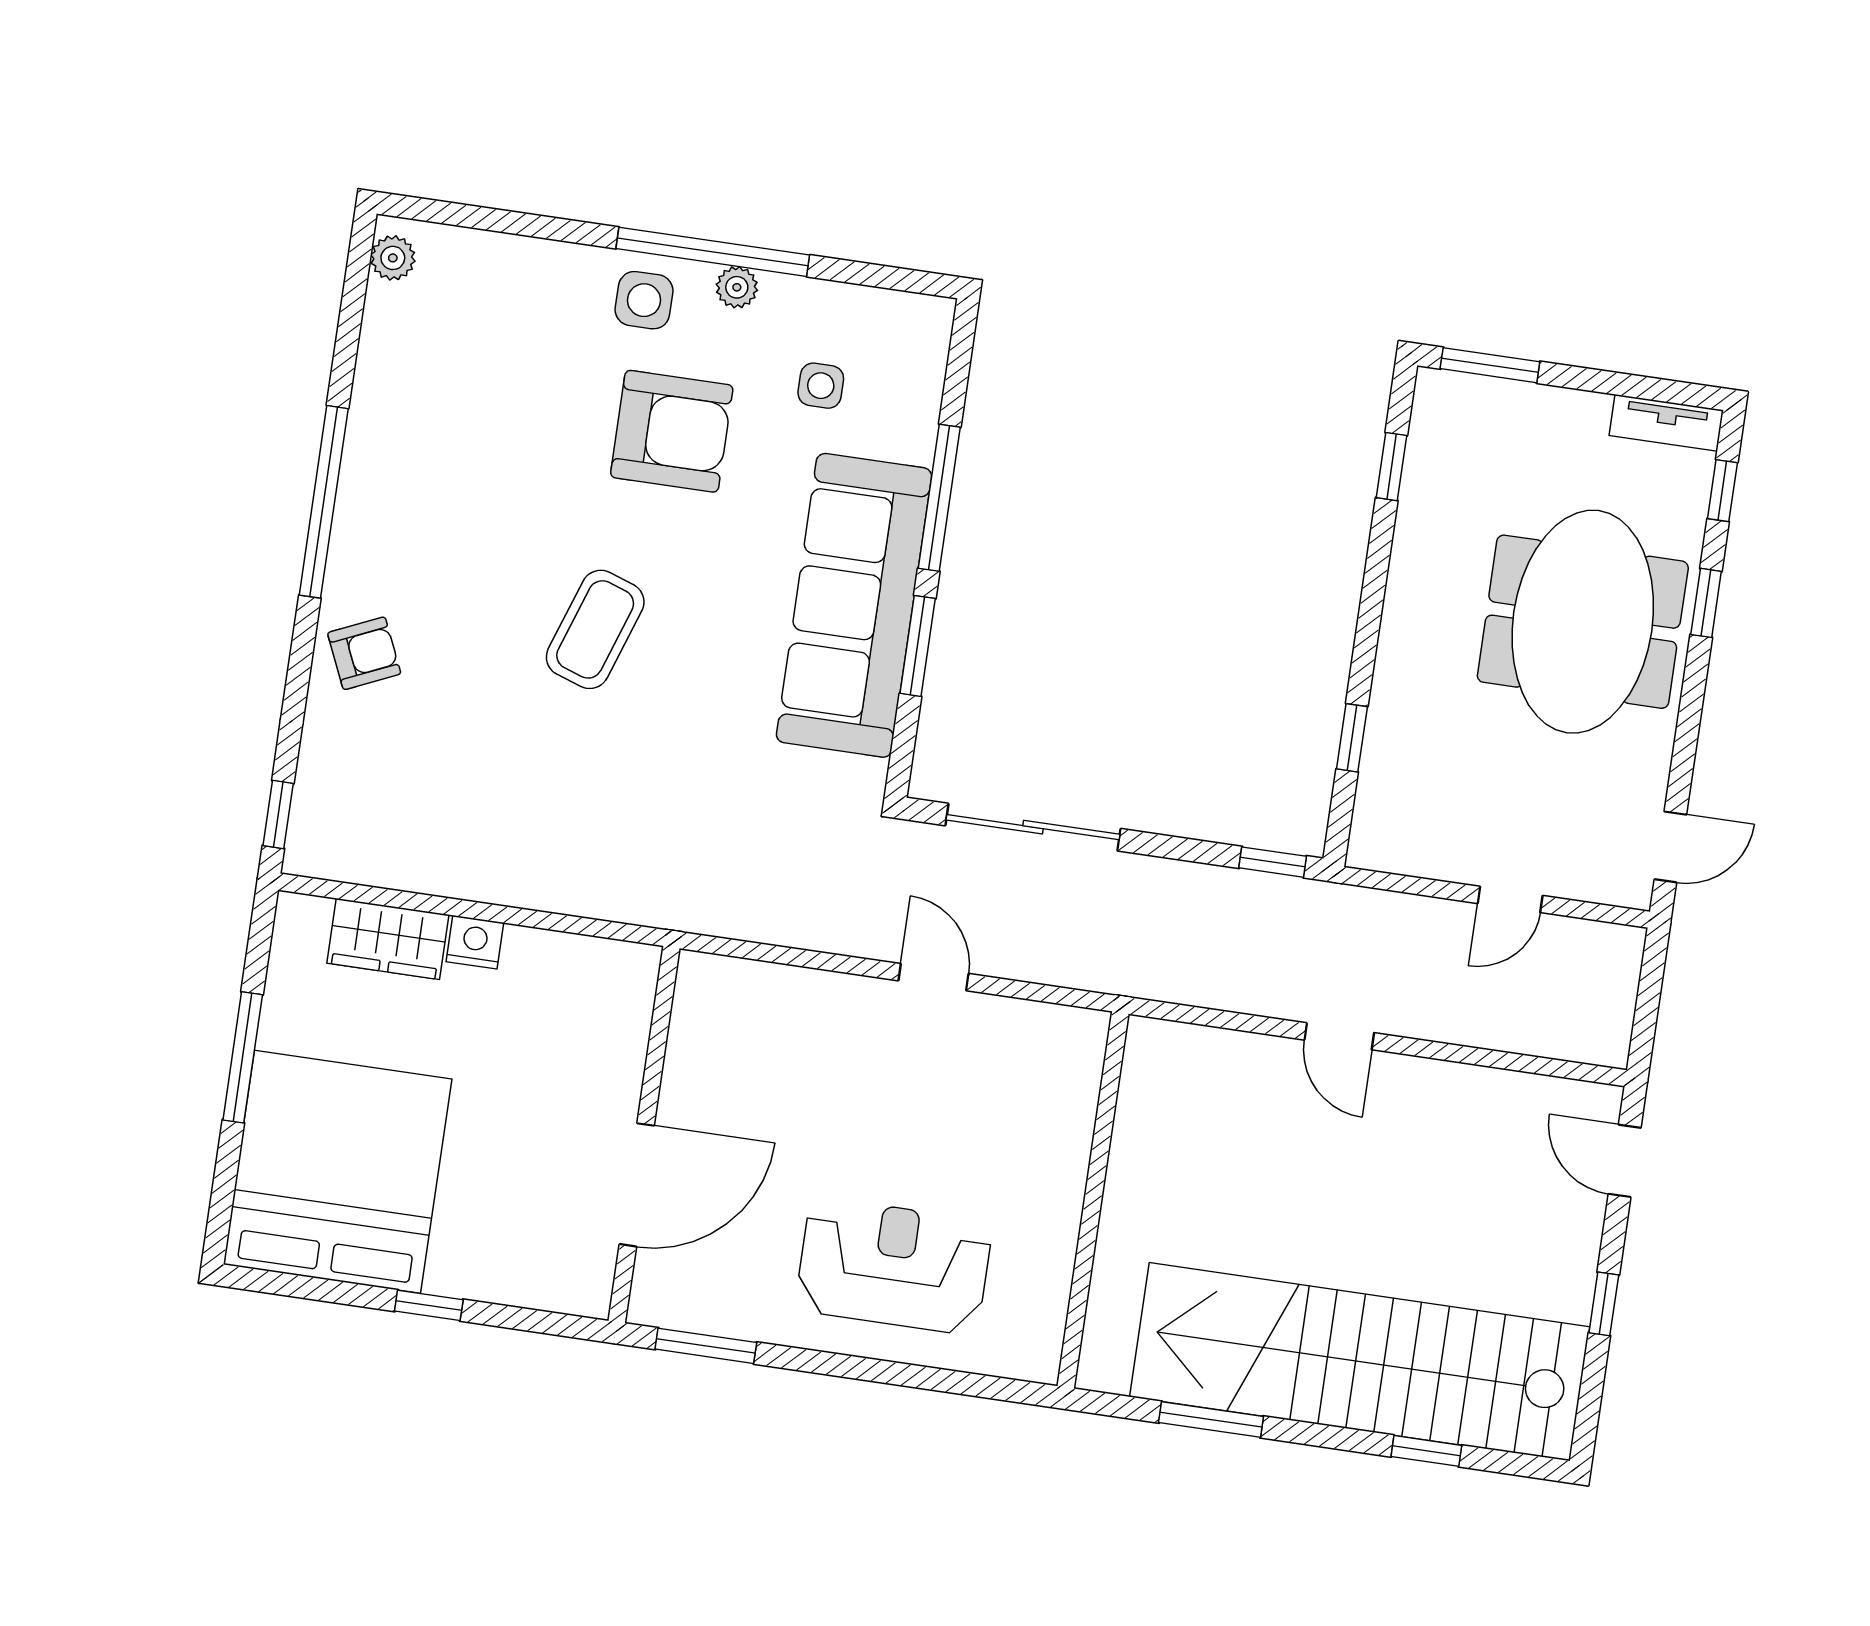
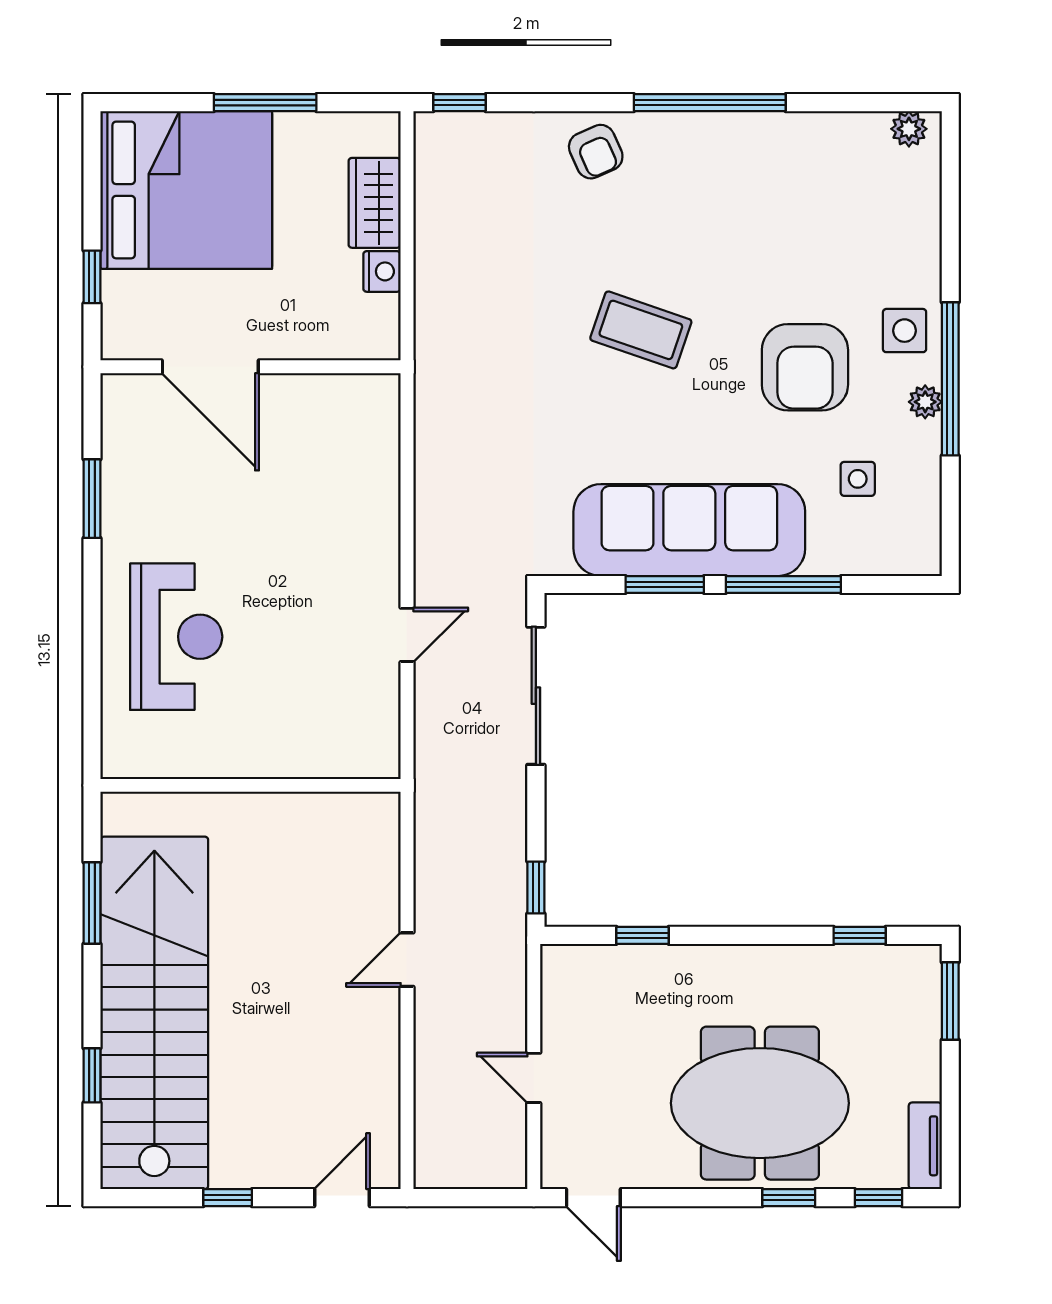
wall: (644, 1135) -> (251, 367), moved
door: (637, 1185) -> (210, 367), moved

